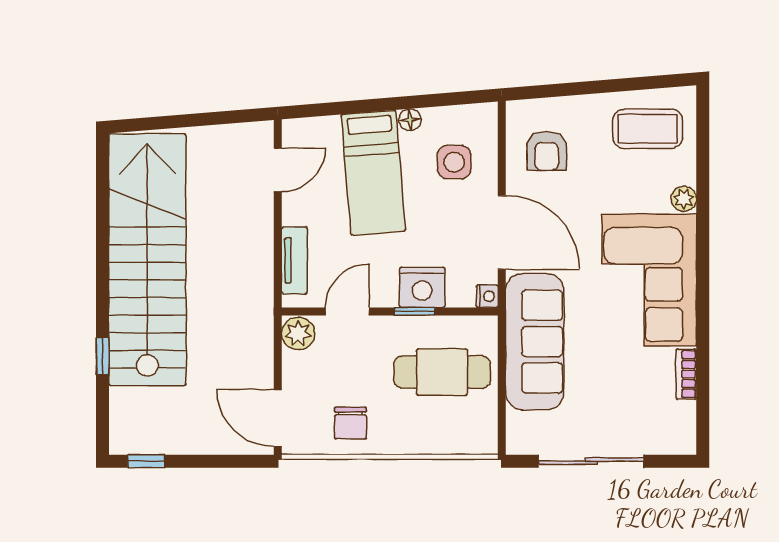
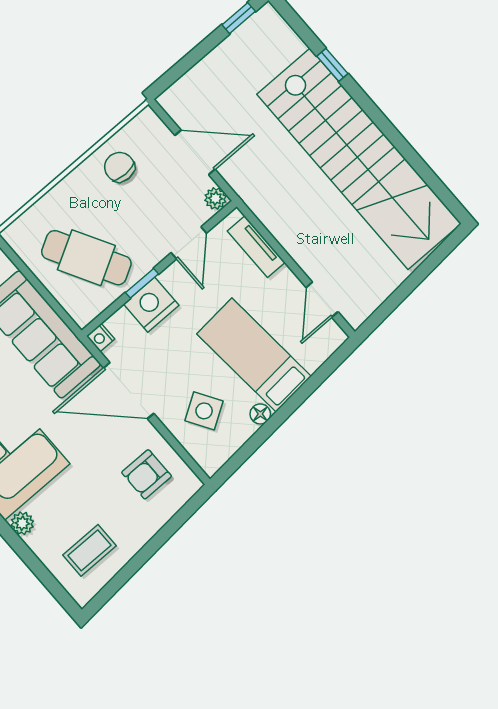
coffee table: (648, 129) -> (89, 550), width x0.73, depth x0.77
armchair: (547, 151) -> (147, 474), turned -90
side table: (454, 162) -> (204, 411), turned -32
plant: (298, 334) -> (215, 198), width x0.73, depth x0.73
cafe table: (442, 372) -> (86, 258), turned 61
door: (278, 418) -> (195, 152), moved

